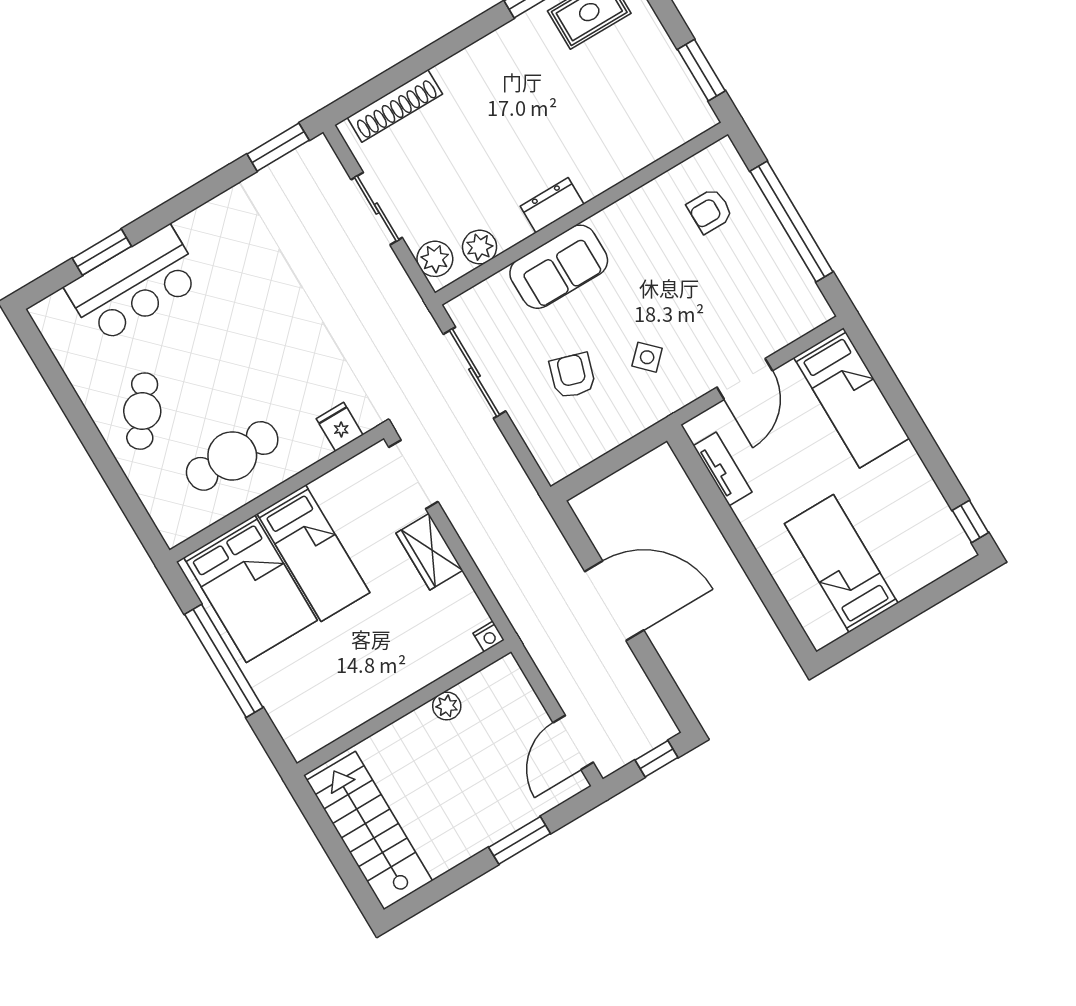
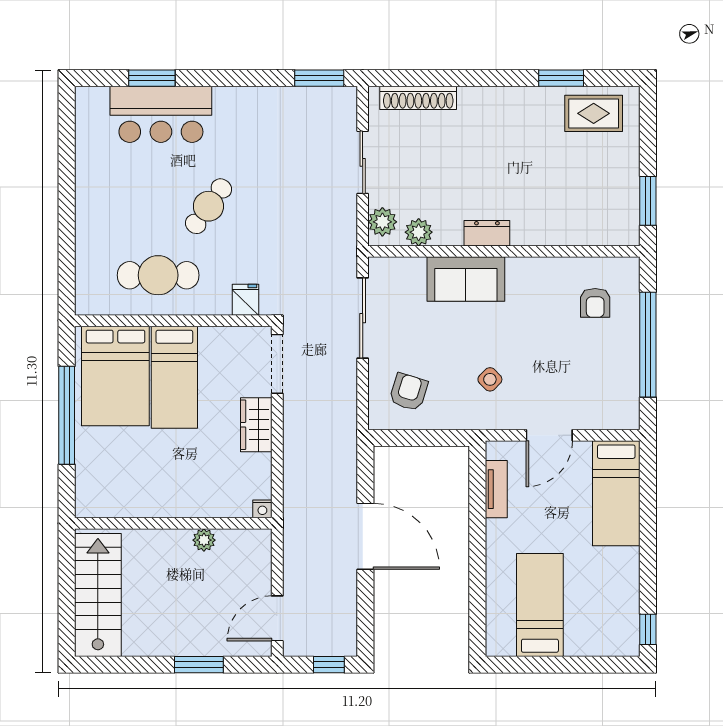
armchair: (710, 211) -> (595, 303), turned -90
armchair: (573, 376) -> (409, 392), moved
cafe table: (142, 411) -> (208, 206), moved

